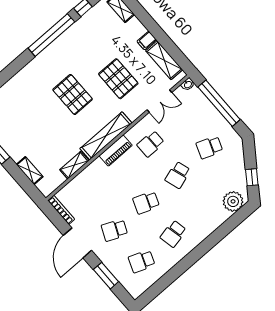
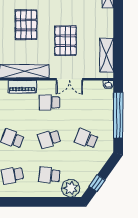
filing cabinet: (147, 41) -> (106, 32), removed
double door: (159, 101) -> (69, 79), moved
school desk: (205, 206) -> (49, 175), added

